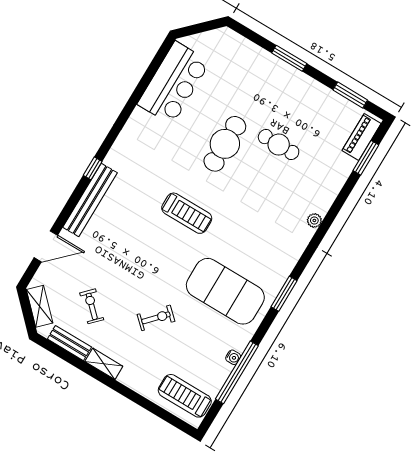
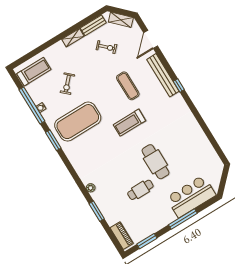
window: (289, 58) -> (183, 219), width x1.44
bar counter: (174, 83) -> (191, 196), moved, turned 90
window: (366, 158) -> (97, 211), moved
exercise mat: (133, 244) -> (128, 86), added
window: (284, 294) -> (53, 140), moved
exercise bike: (156, 318) -> (67, 84), moved

